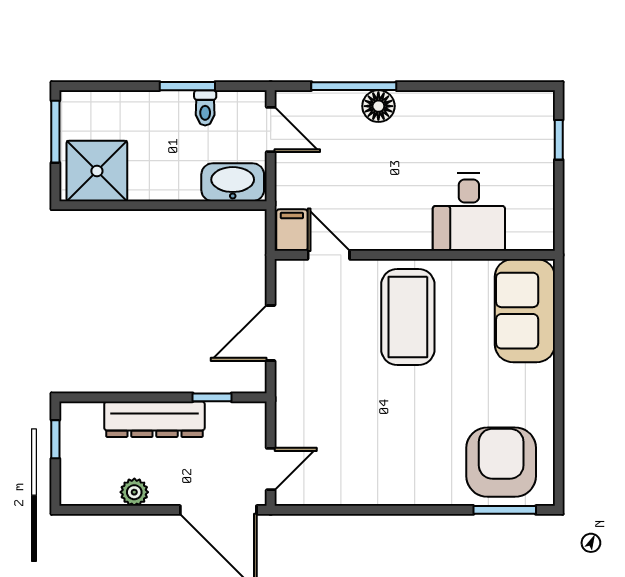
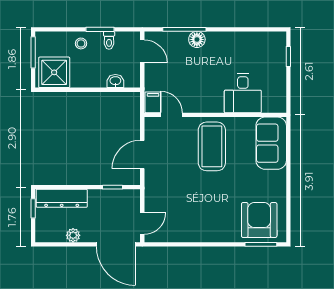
stool: (150, 114) -> (81, 43), added
washbasin: (233, 182) -> (115, 81), width x0.52, depth x0.69
dresser: (154, 419) -> (62, 198), moved

